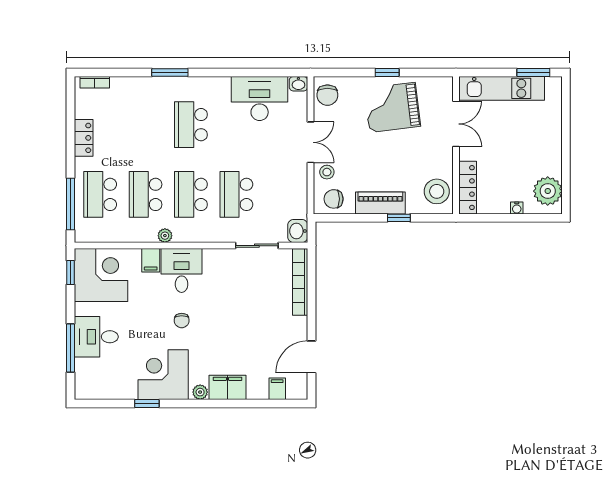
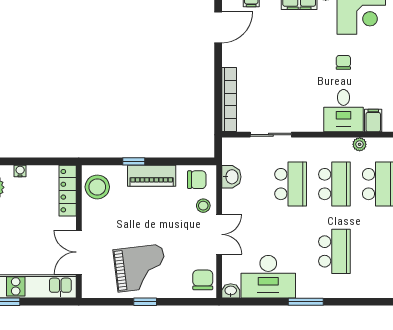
window: (170, 72) -> (306, 302), moved
double door: (311, 142) -> (219, 234), swing flipped
washbasin: (298, 231) -> (231, 177), moved

